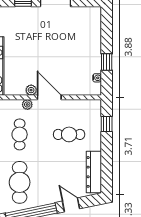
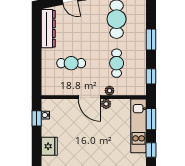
fridge: (93, 44) -> (49, 146), added
window: (107, 62) -> (37, 118), moved
window: (107, 124) -> (37, 73), removed

